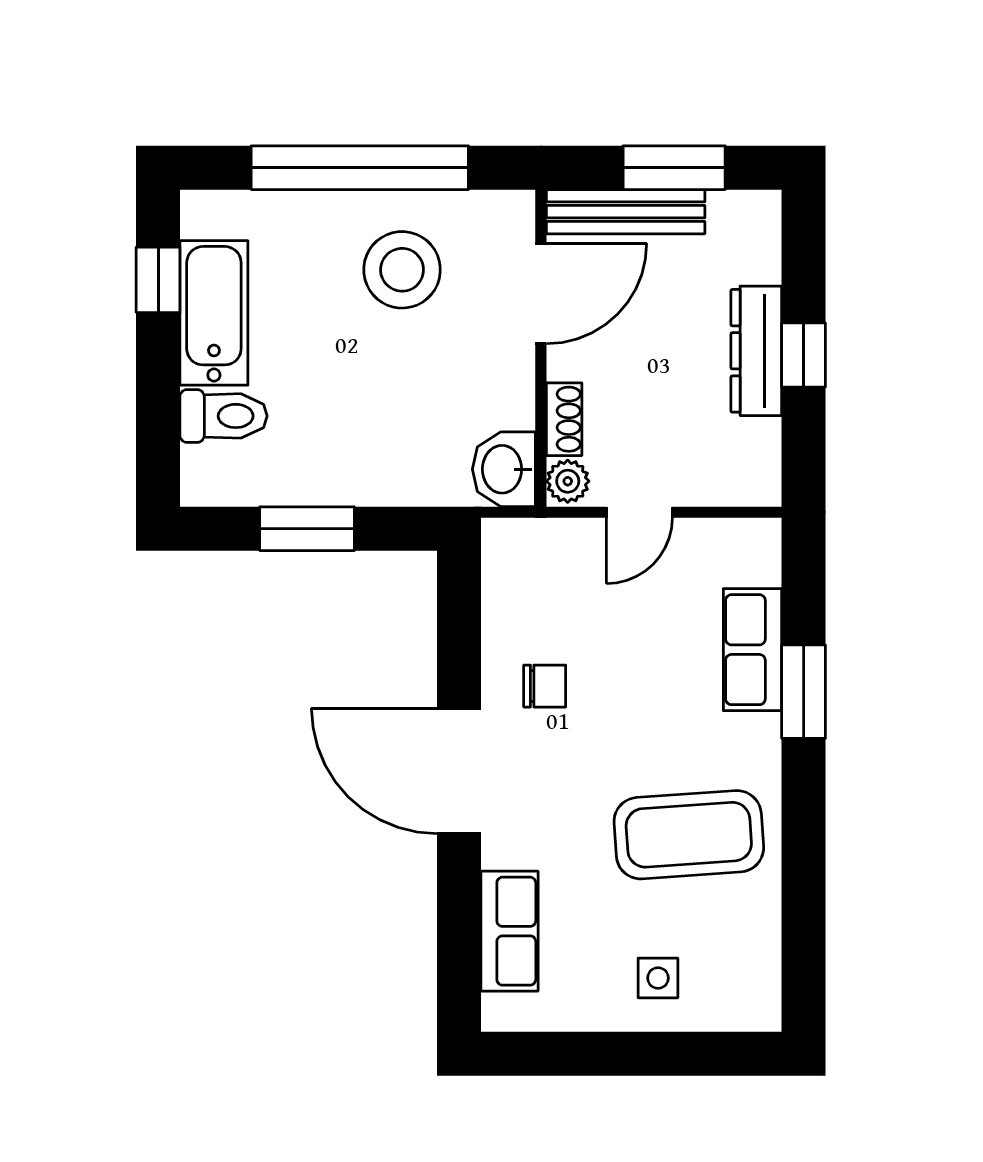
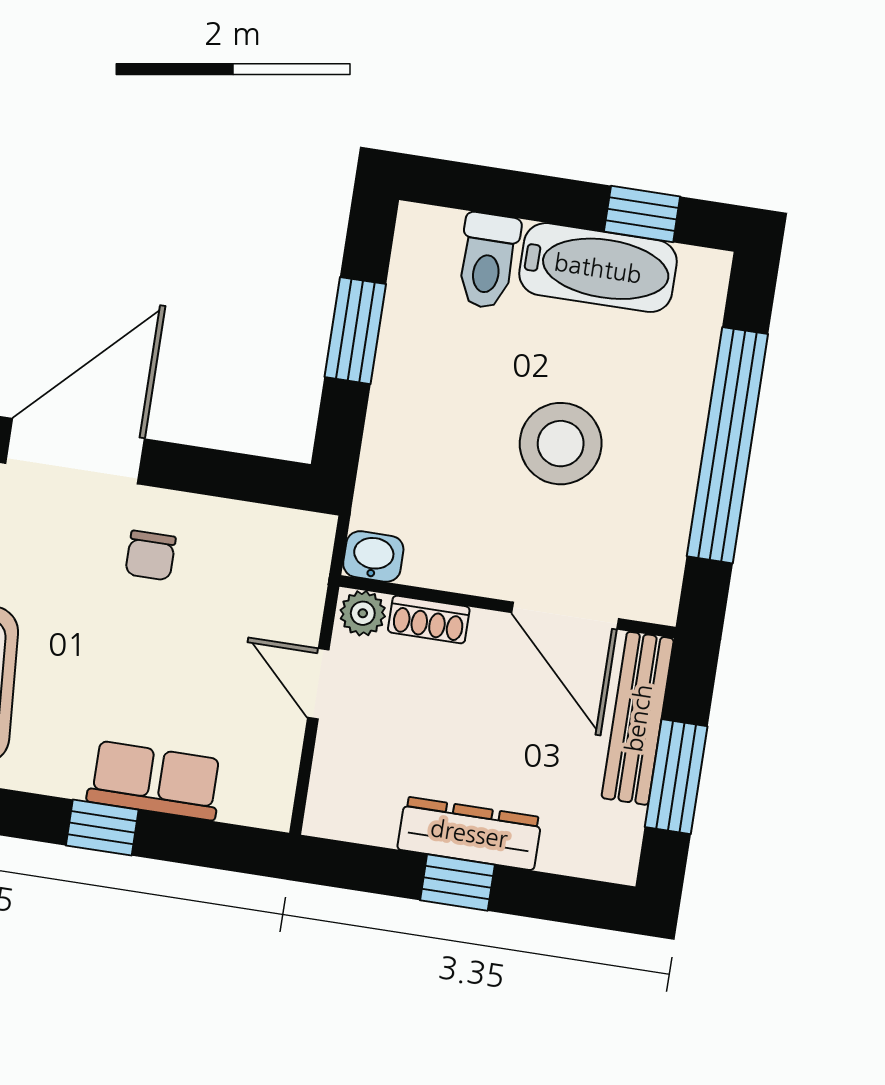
stool: (402, 270) -> (561, 444), moved
washbasin: (504, 469) -> (373, 556), width x0.72, depth x0.69
window: (804, 692) -> (102, 828), width x0.67

